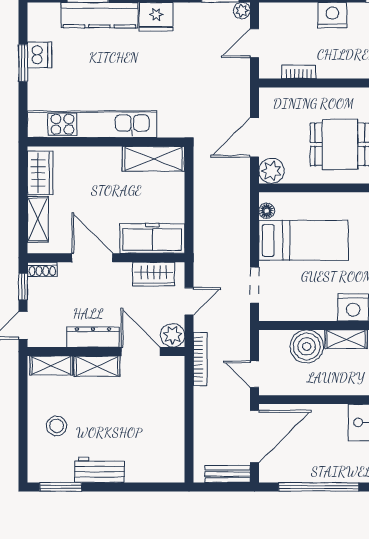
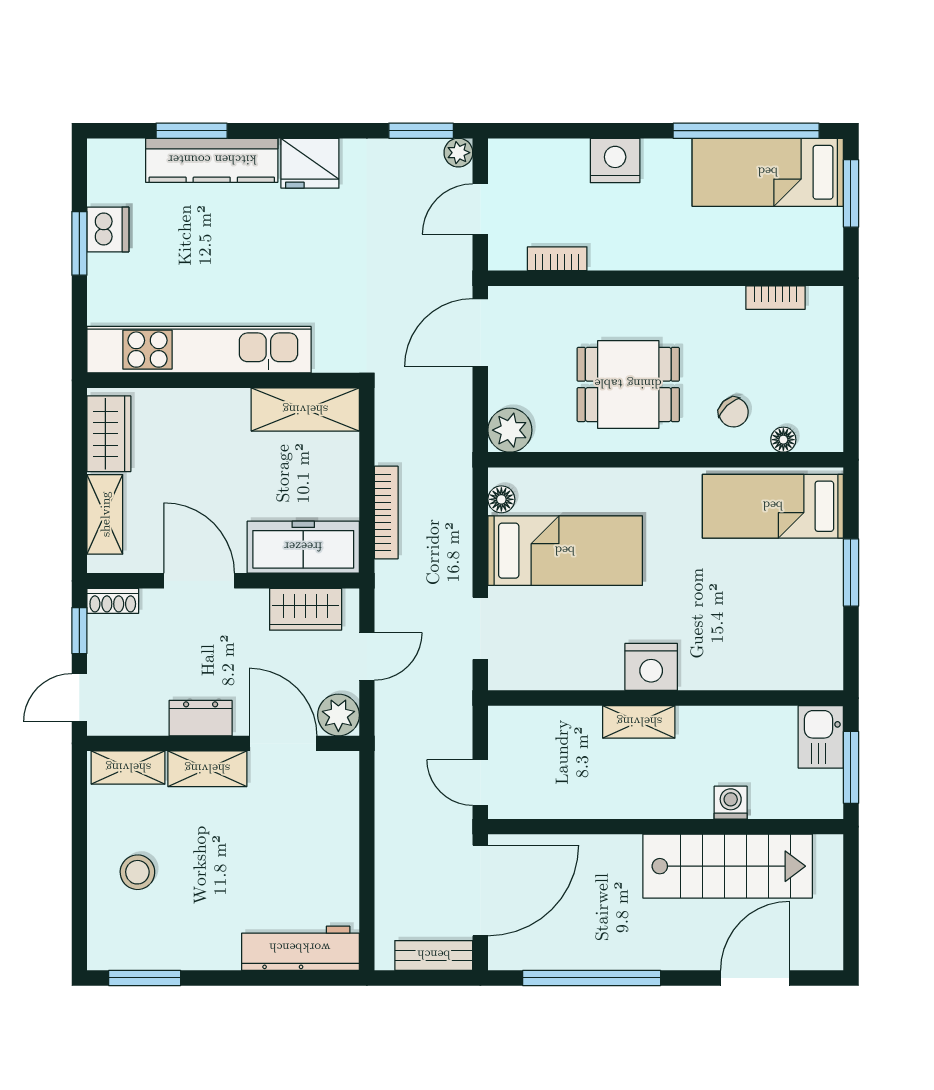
door: (254, 138) -> (480, 333), moved
dresser: (93, 337) -> (201, 718), width x0.70
boiler: (307, 346) -> (571, 734), removed
bookcase: (200, 359) -> (386, 513), moved
workbench: (100, 470) -> (300, 948), moved, width x1.38

